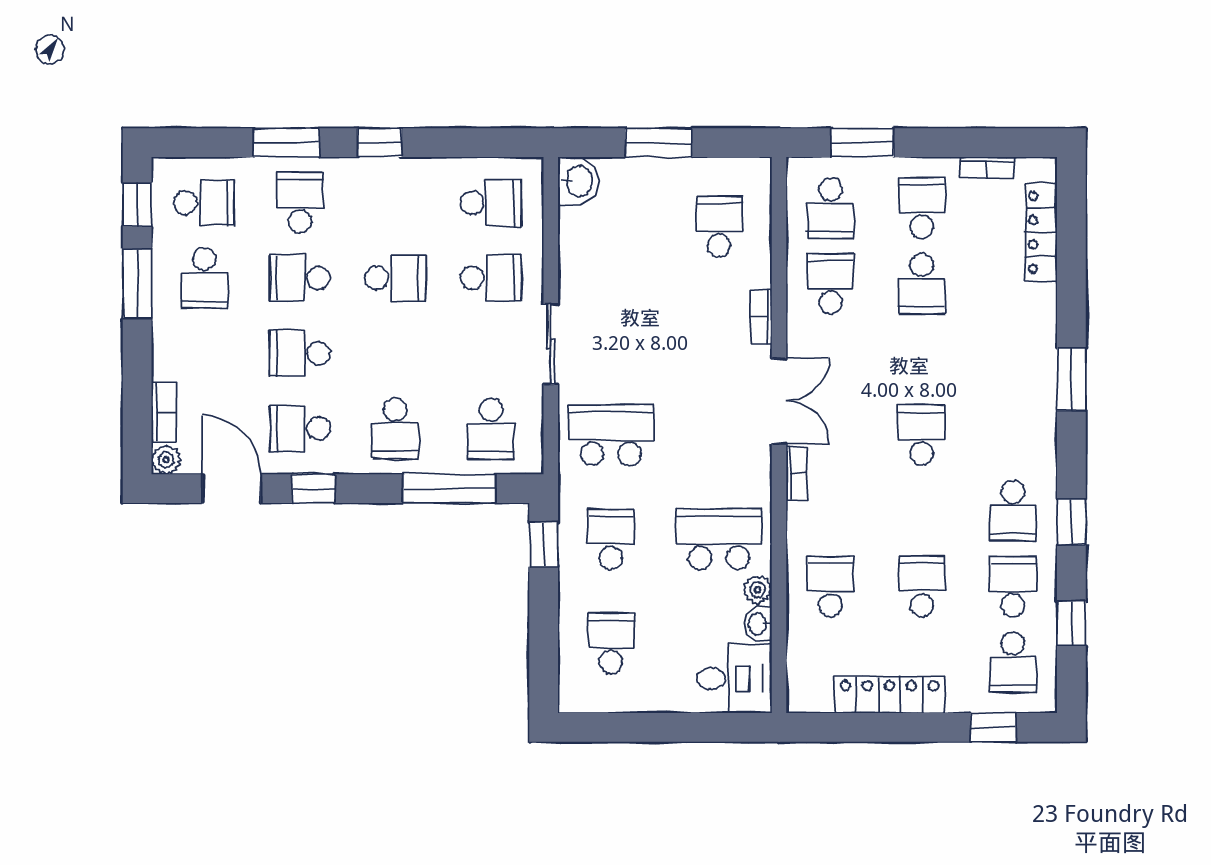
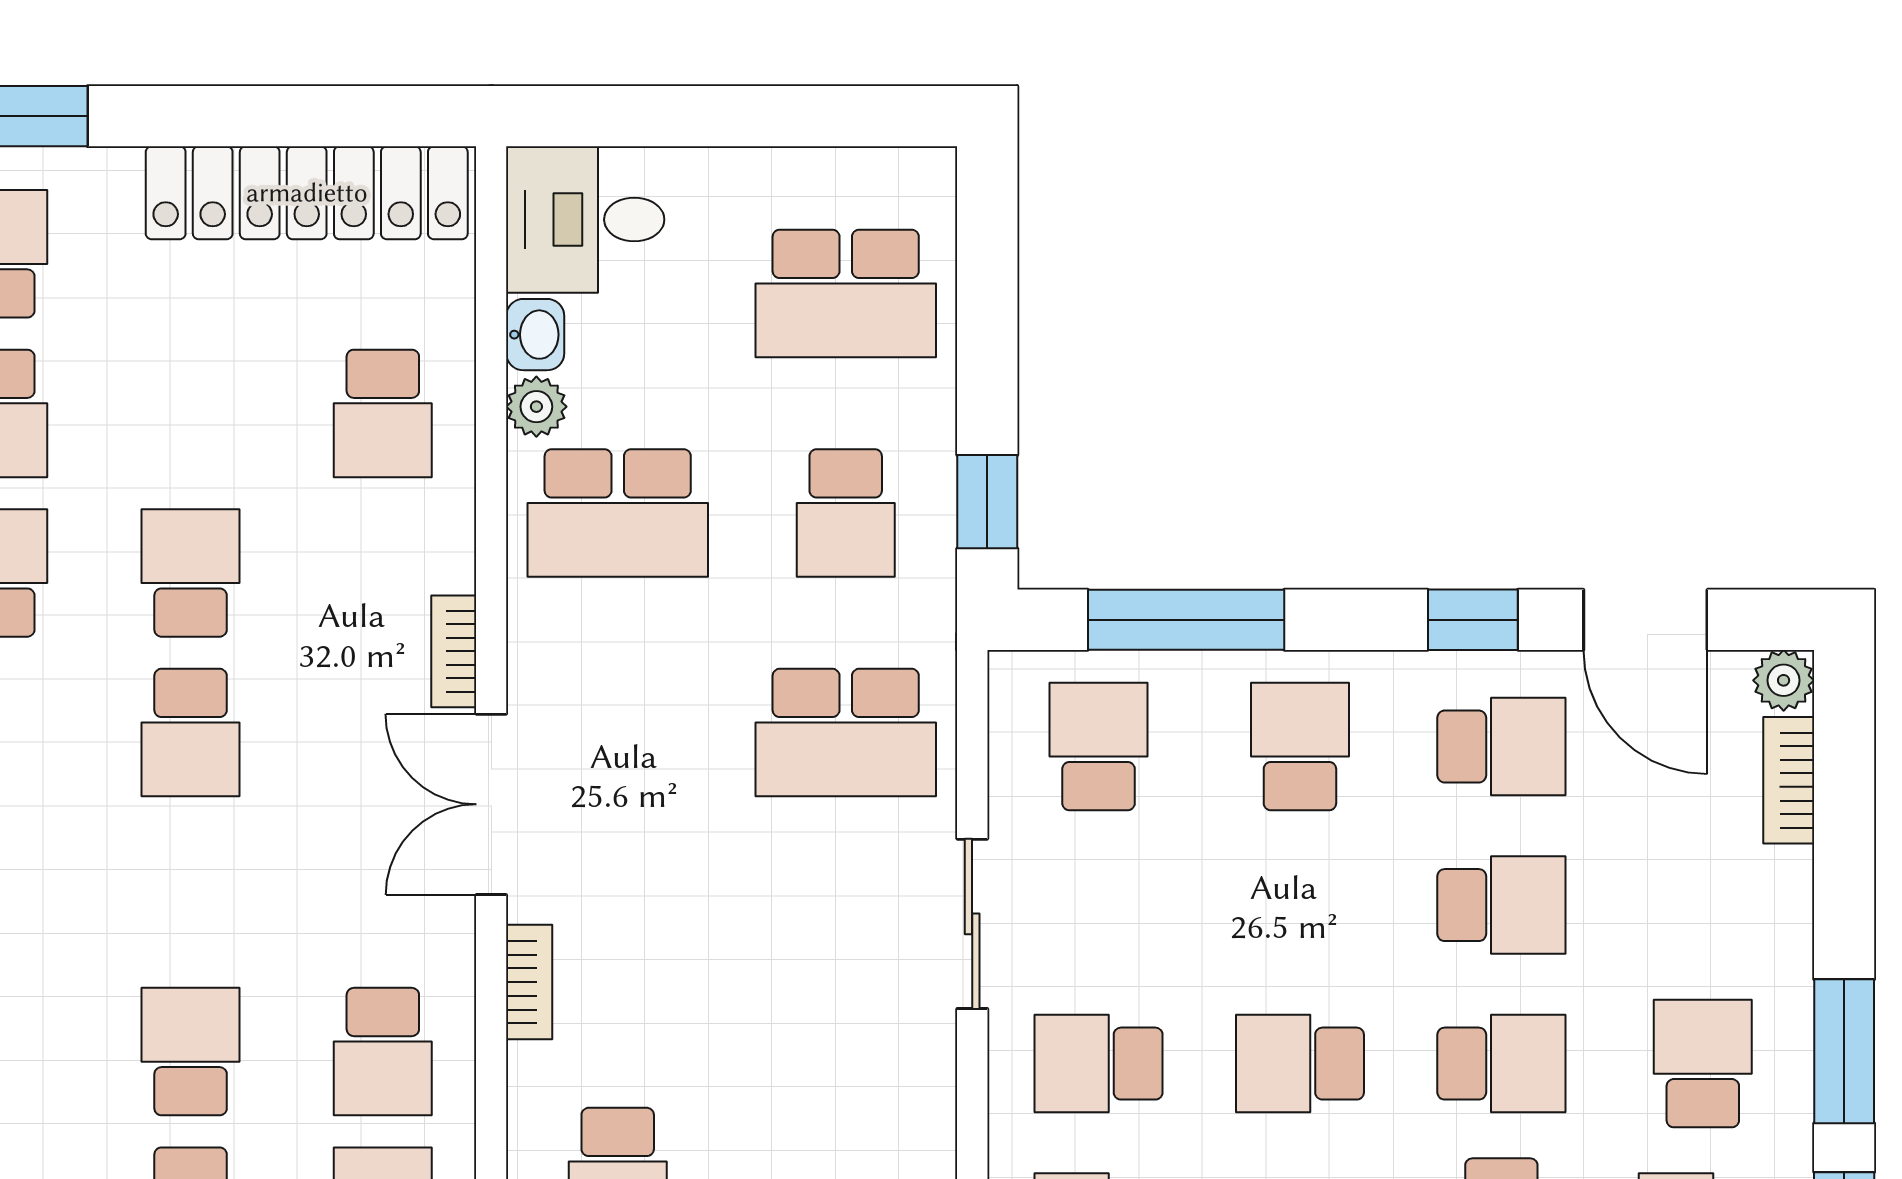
school desk: (922, 586) -> (191, 573), moved, turned 180
school desk: (611, 643) -> (846, 293), width x1.85
locker: (889, 695) -> (307, 193), width x1.41, depth x1.21

